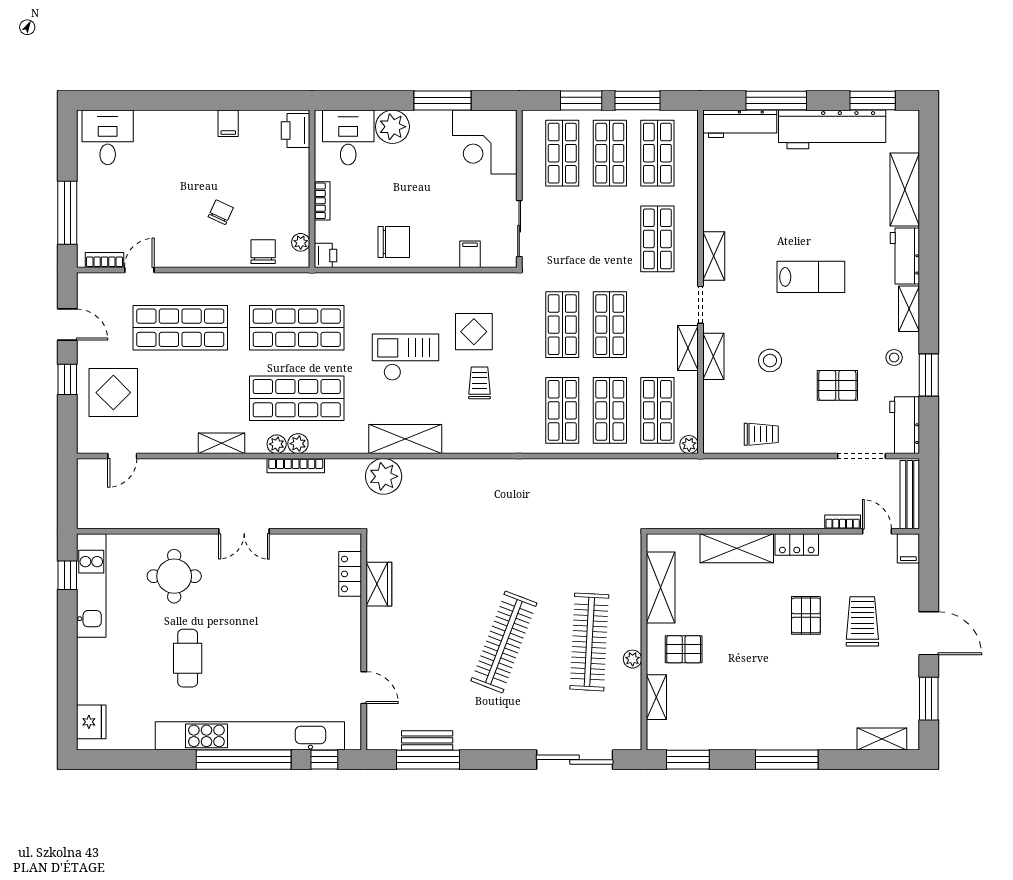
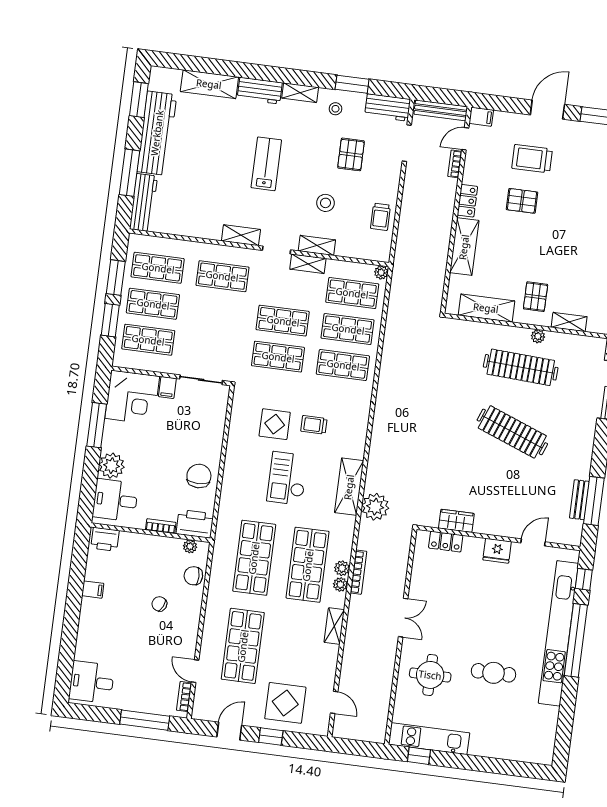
filing cabinet: (470, 254) -> (167, 388), moved, turned -90
printer: (325, 255) -> (195, 524), width x1.87, depth x1.48
trolley: (761, 434) -> (380, 217), turned 180
fridge: (91, 722) -> (497, 551), moved, turned 180

